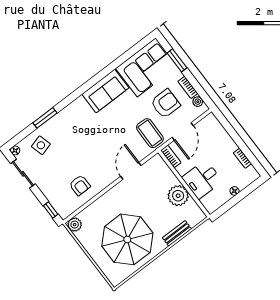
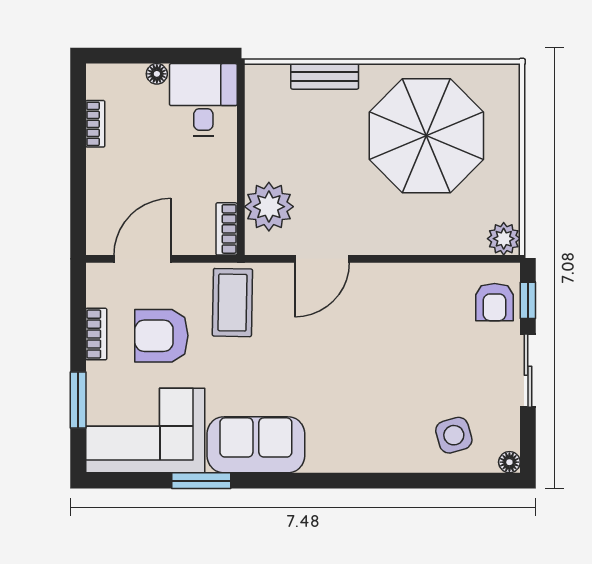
plant: (198, 102) -> (98, 293), removed
window: (45, 118) -> (201, 481), moved
door: (183, 132) -> (142, 259), moved
sliding door: (23, 174) -> (528, 371), moved
desk: (202, 179) -> (203, 100), moved, turned -90
armchair: (80, 185) -> (495, 302), moved, turned 180
plant: (178, 196) -> (269, 207), moved

